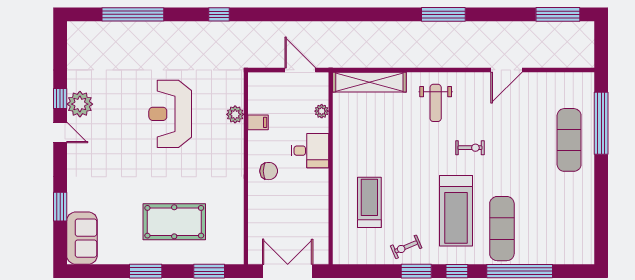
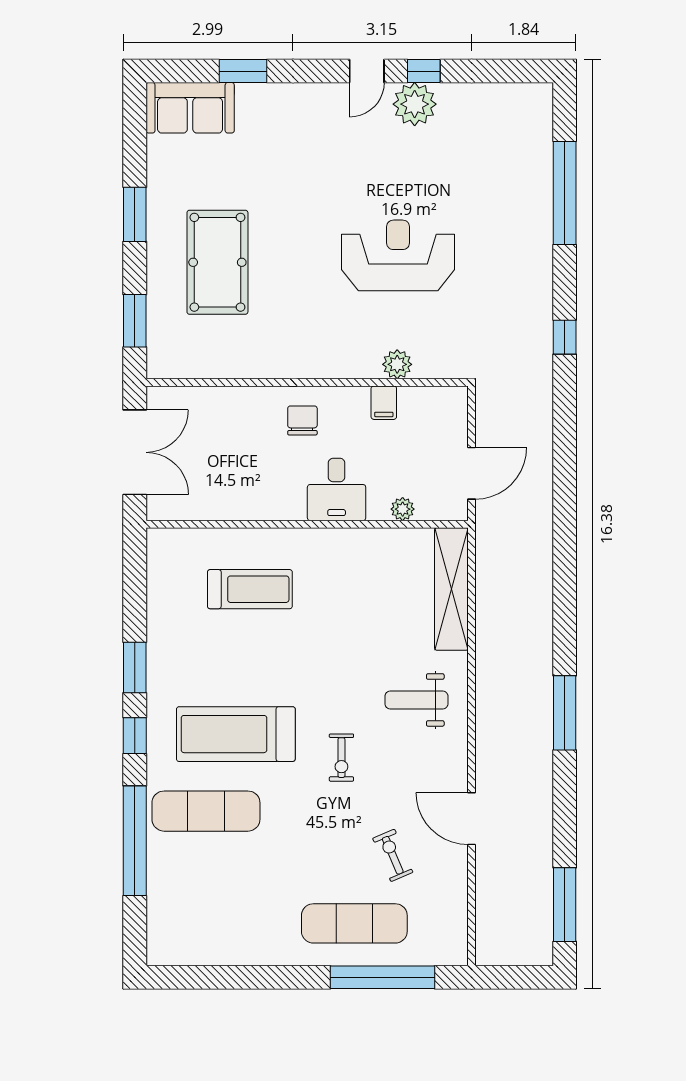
chair: (269, 171) -> (302, 420), turned 180
exercise bike: (406, 247) -> (393, 855), moved

